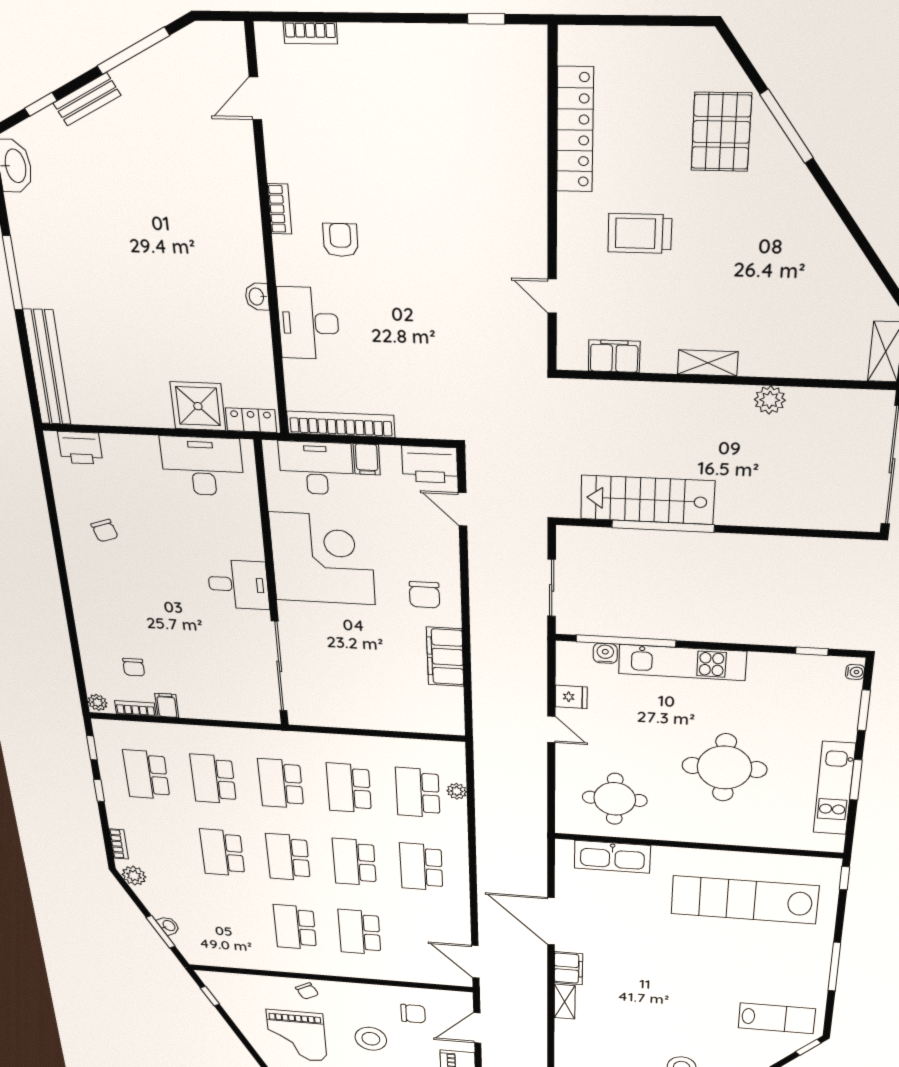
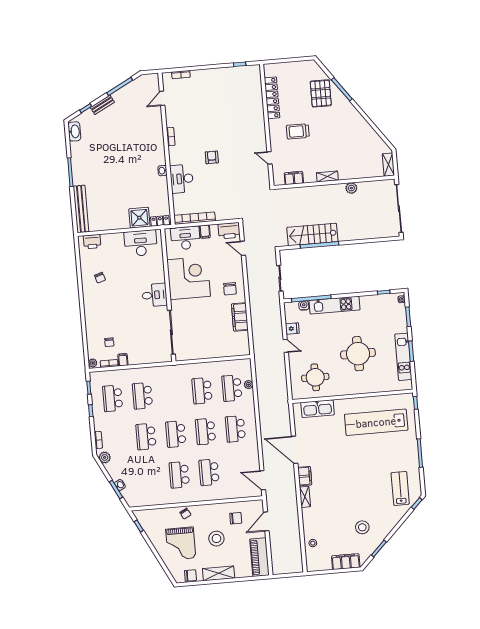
armchair: (341, 240) -> (212, 157), moved
school desk: (281, 783) -> (172, 393), removed
lab bench: (777, 1018) -> (400, 488), turned -90

